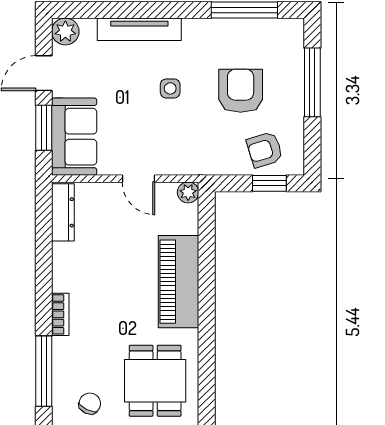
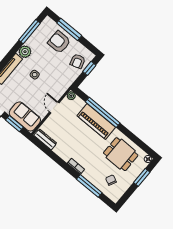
plant: (199, 33) -> (25, 52), added
armchair: (241, 91) -> (59, 42), moved
door: (138, 179) -> (54, 107), swing flipped
window: (207, 279) -> (103, 112), added

